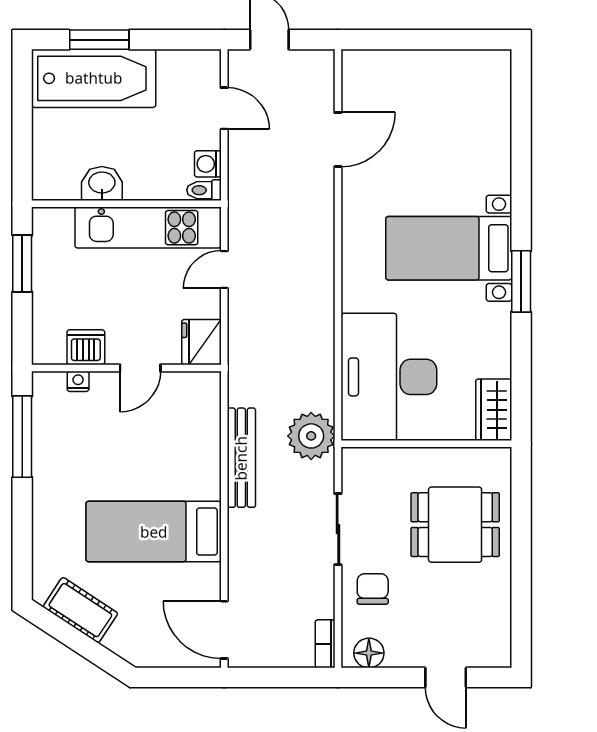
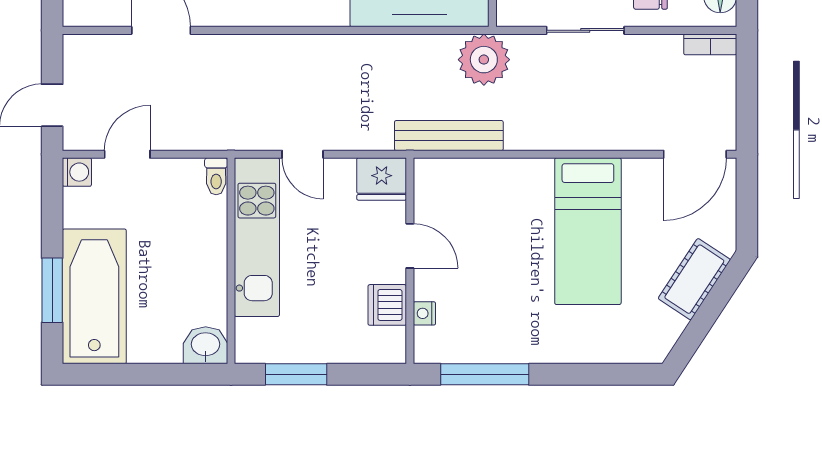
washing machine: (208, 164) -> (77, 172), moved, turned -90
washbasin: (102, 184) -> (206, 345), moved, turned 90
bench: (241, 458) -> (449, 136), moved
cot: (80, 610) -> (694, 279), moved

